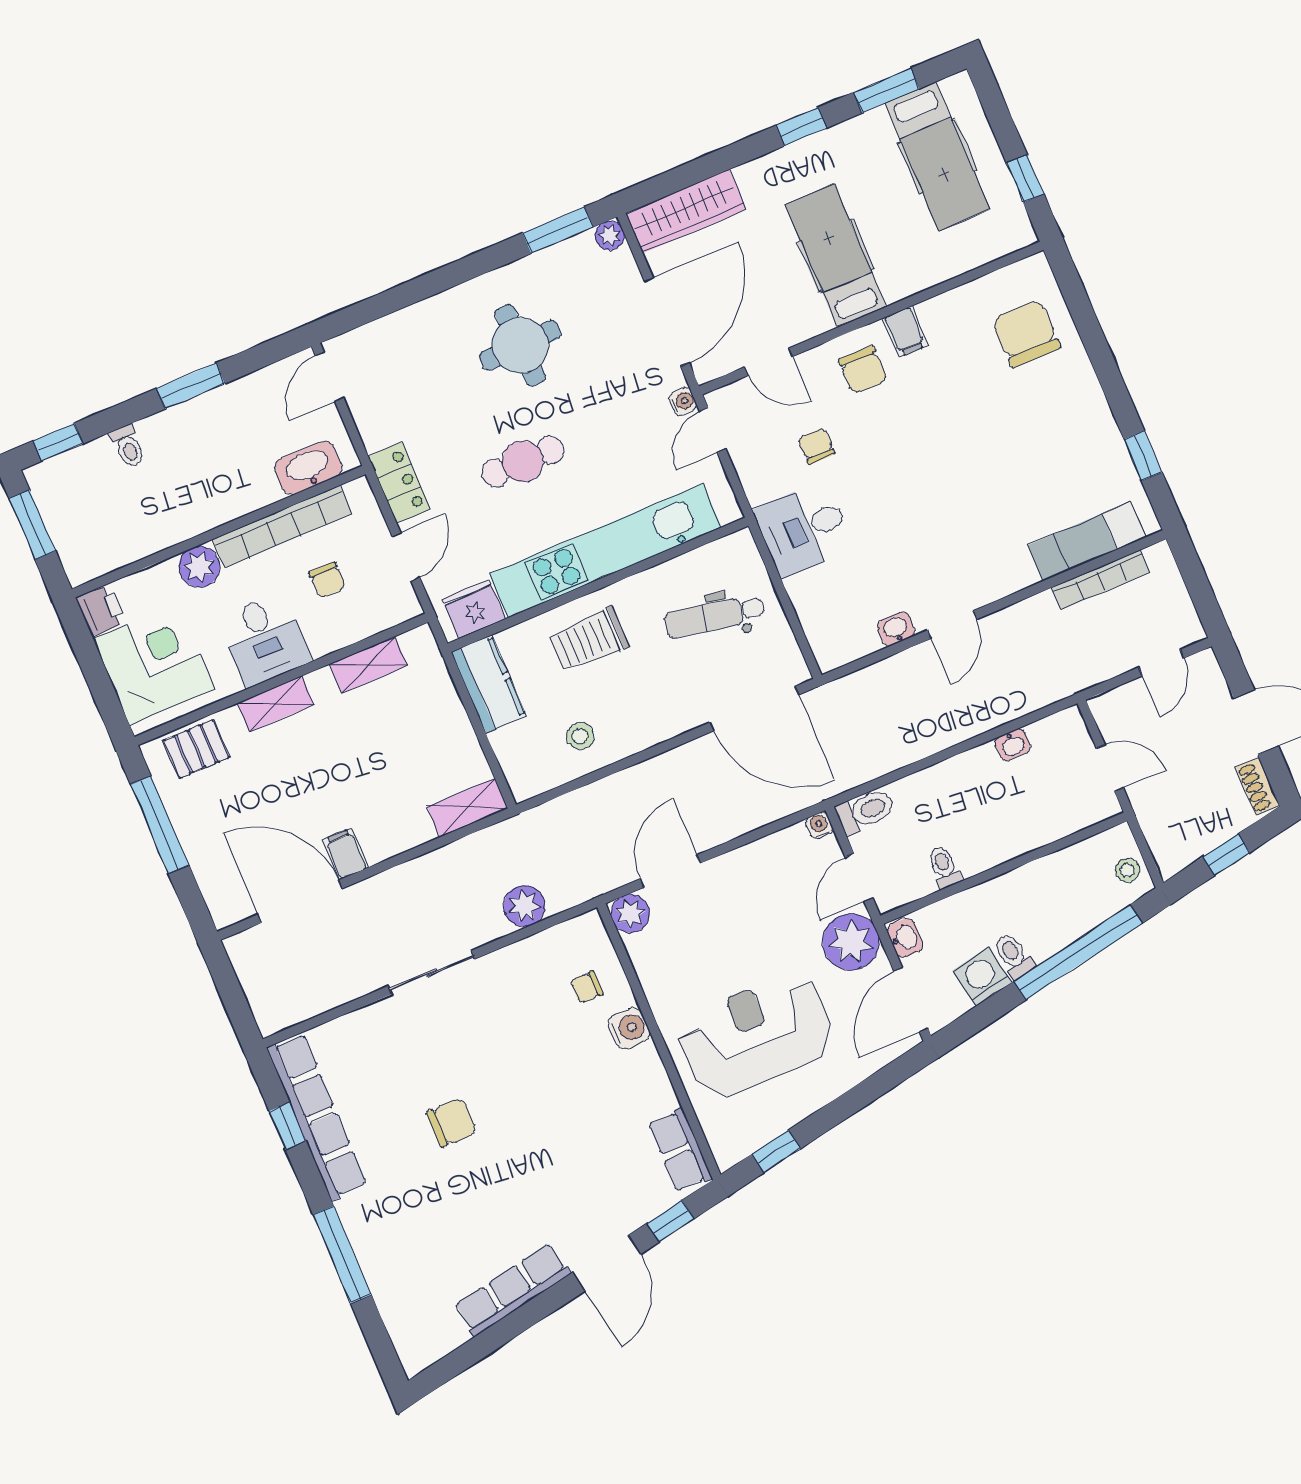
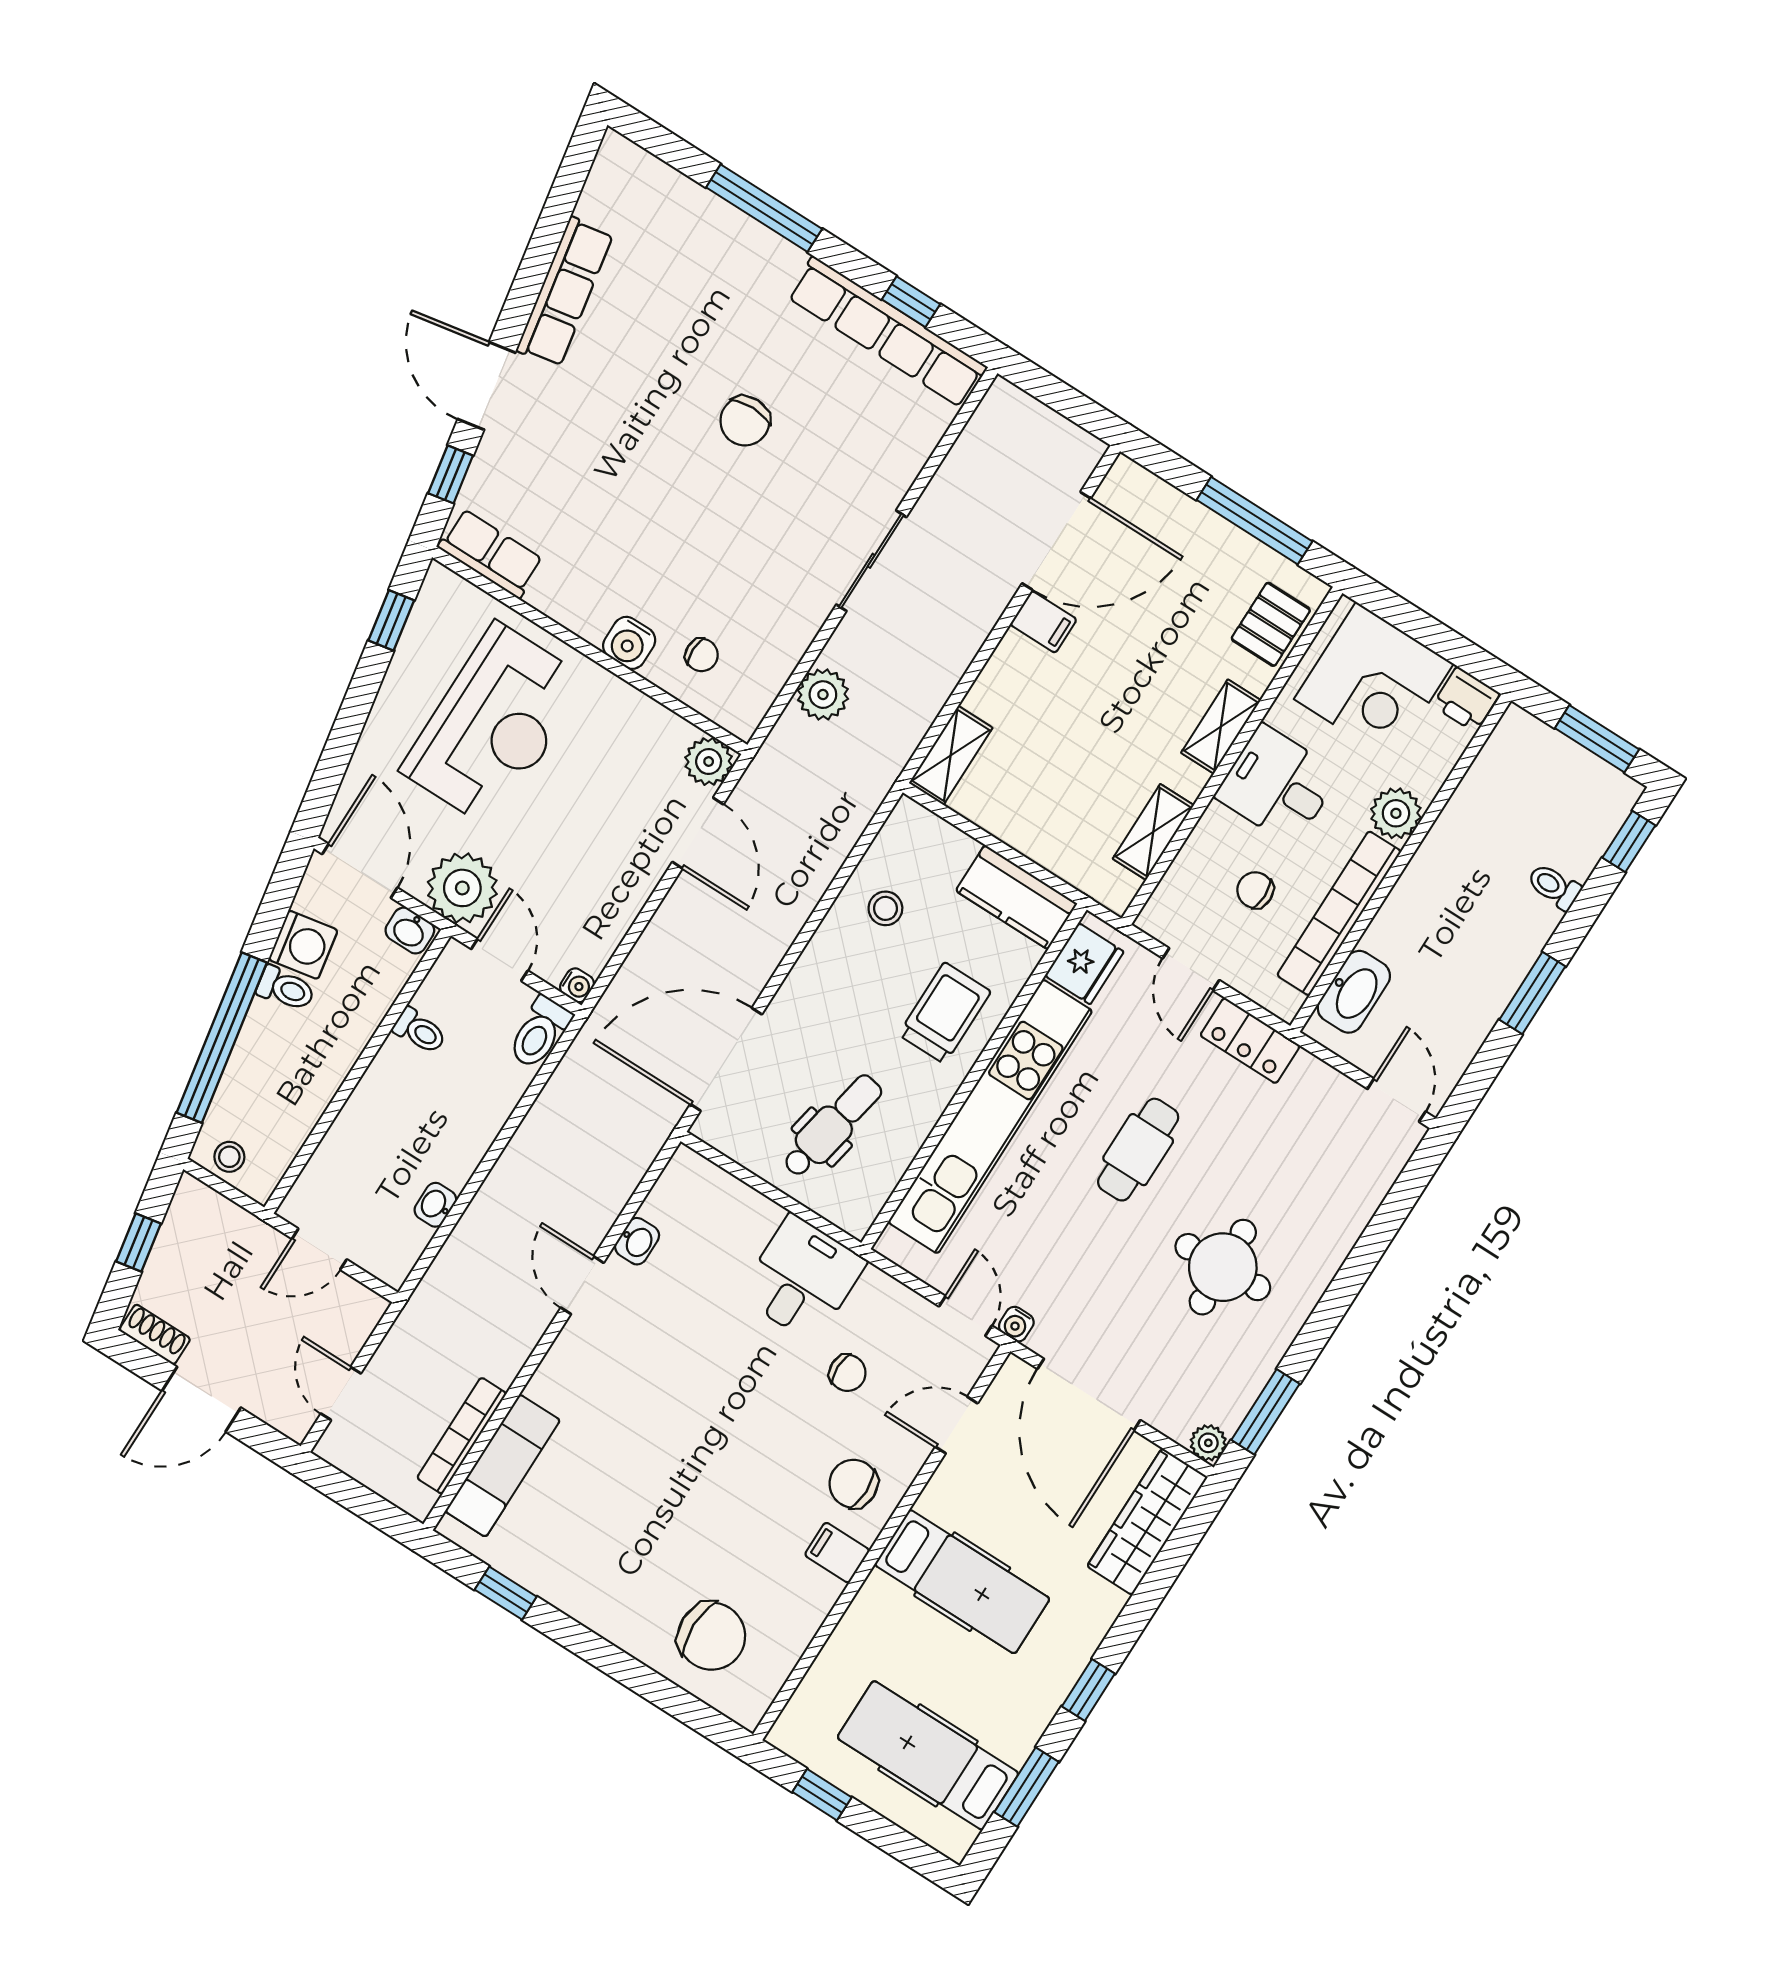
chair: (587, 987) -> (702, 655), turned 90

